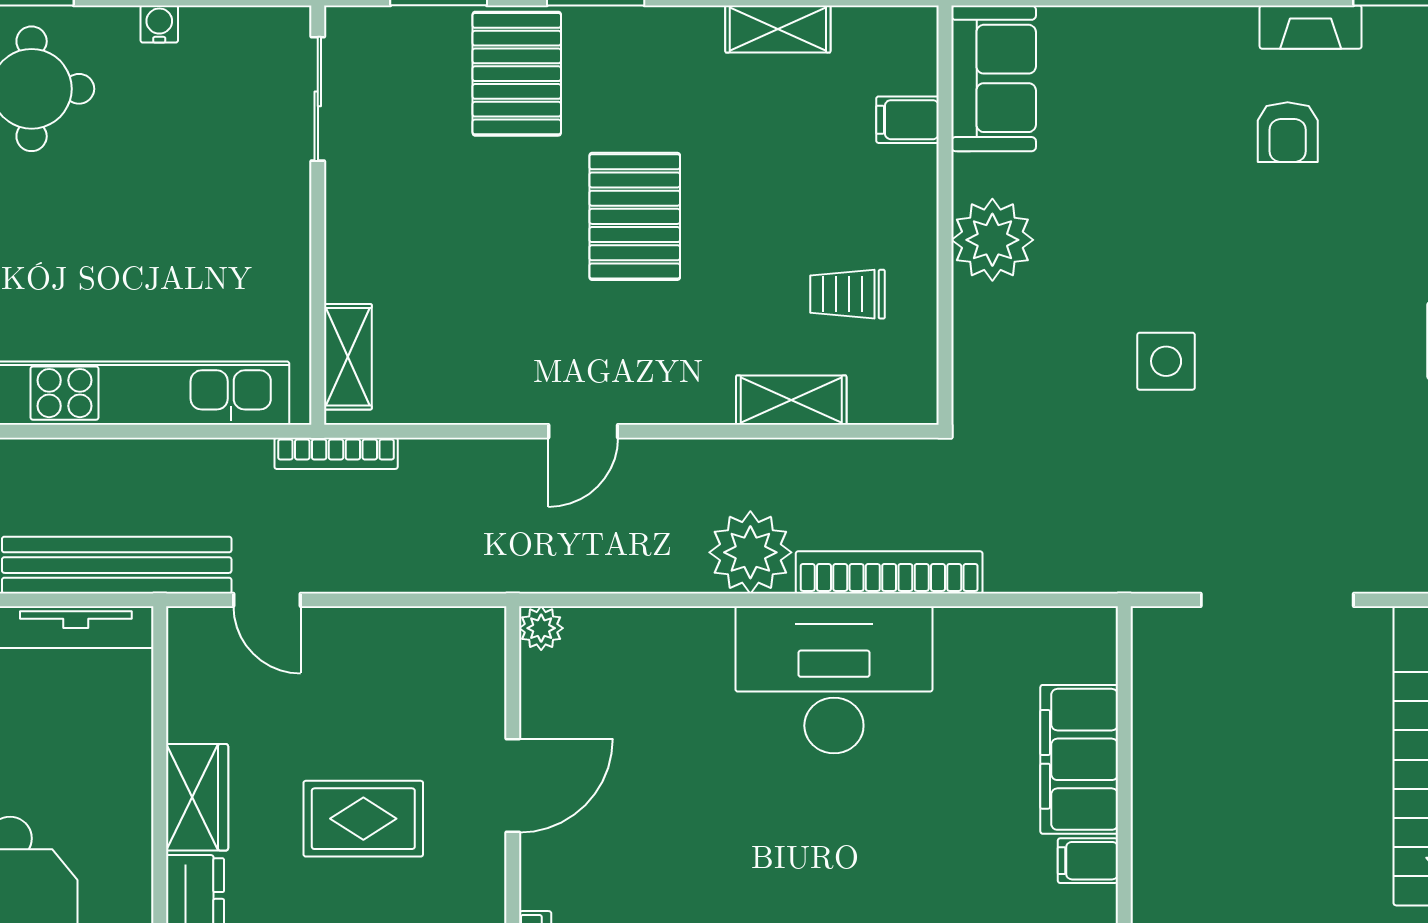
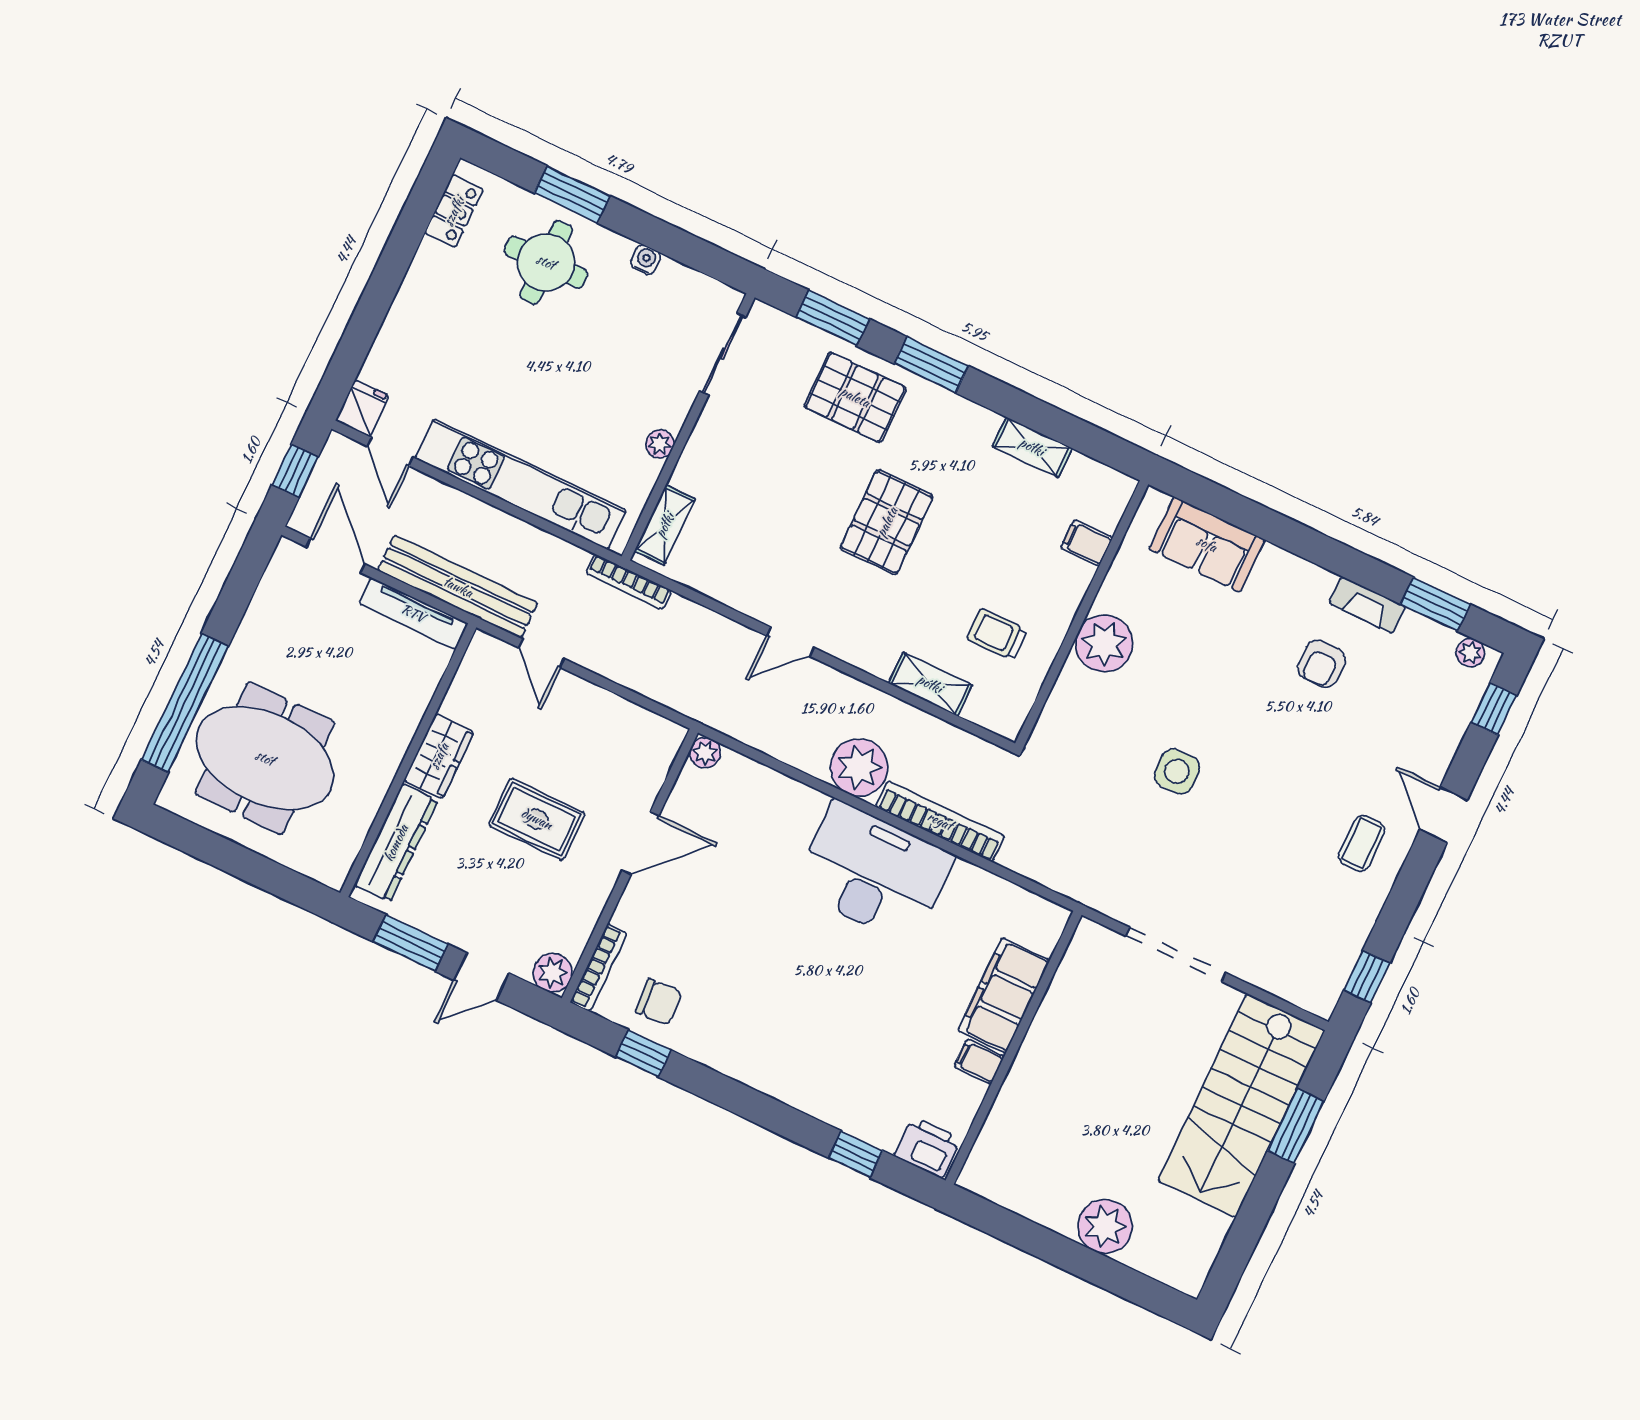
pallet: (517, 74) -> (855, 397), turned 90
sofa: (994, 78) -> (1207, 544), moved, turned 90
plant: (291, 255) -> (660, 444), added

